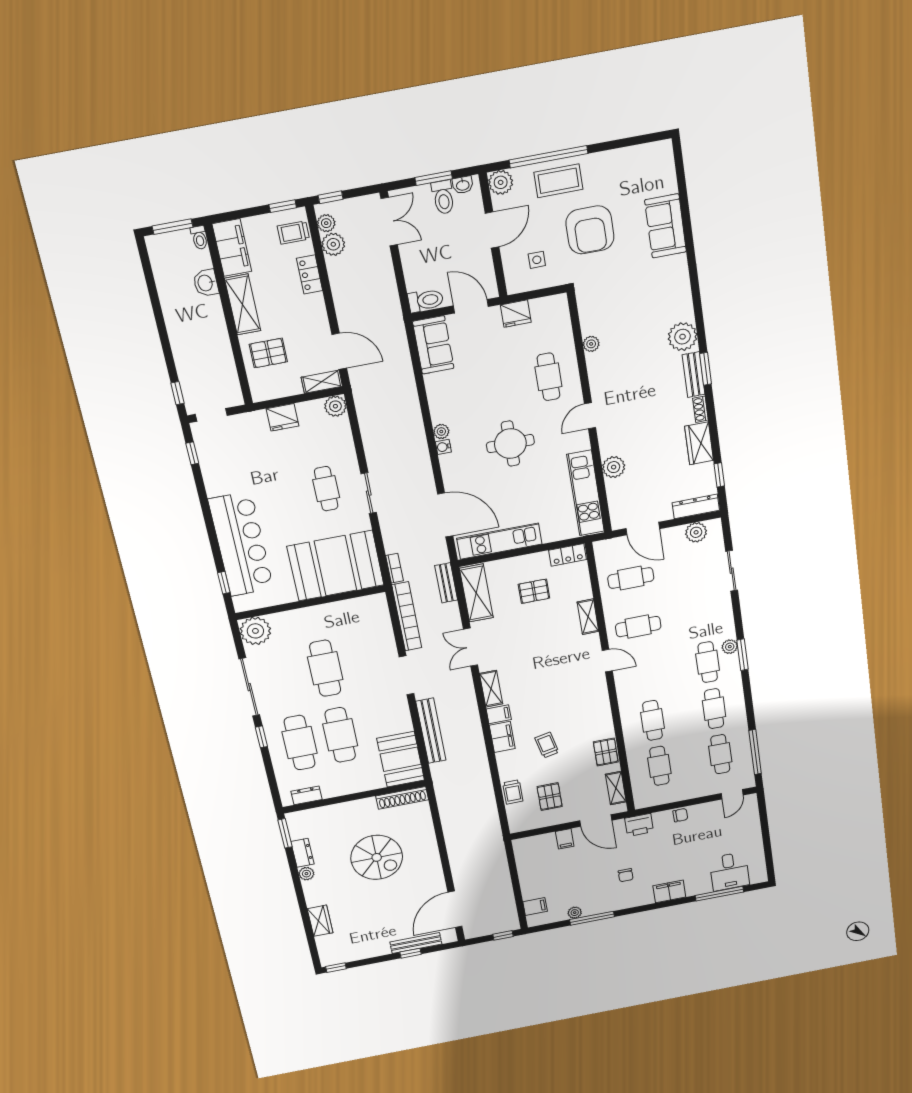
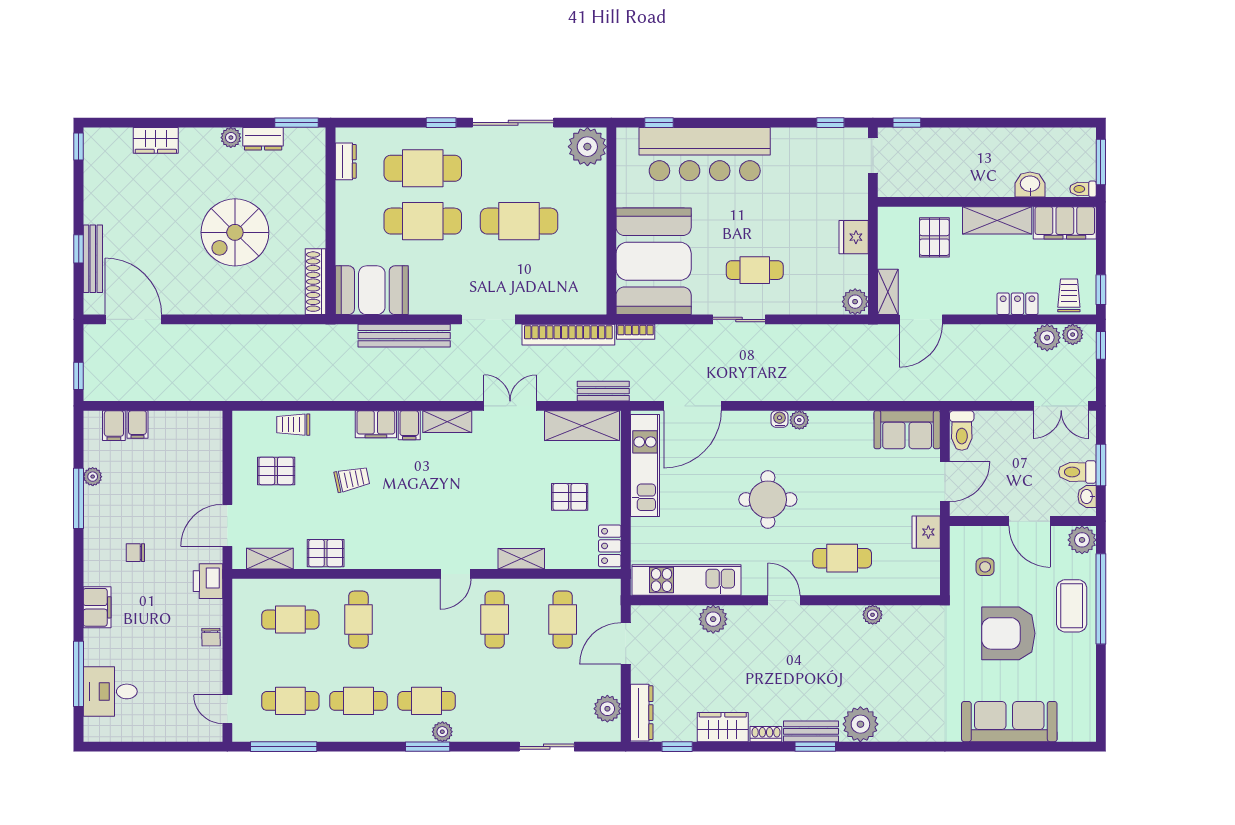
sofa: (666, 226) -> (1009, 722), width x1.36
pallet: (534, 591) -> (570, 497), turned 90
cafe table: (652, 720) -> (358, 620), turned 90
filing cabinet: (565, 839) -> (137, 425), moved, turned -90

